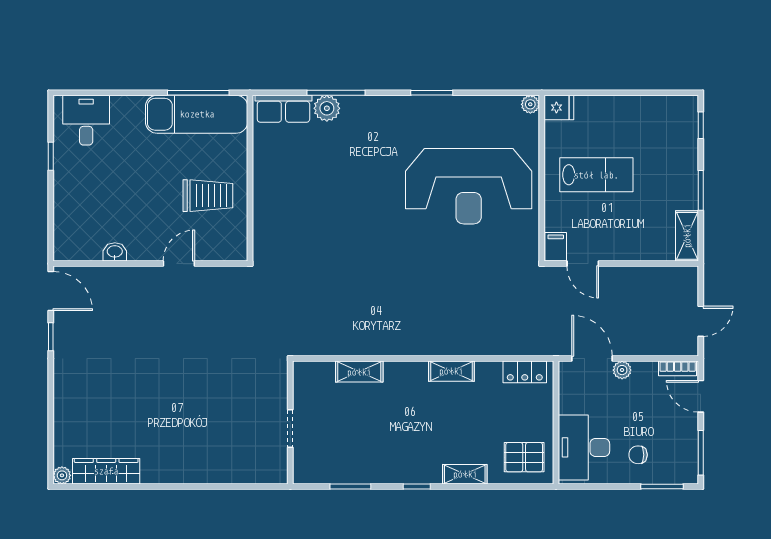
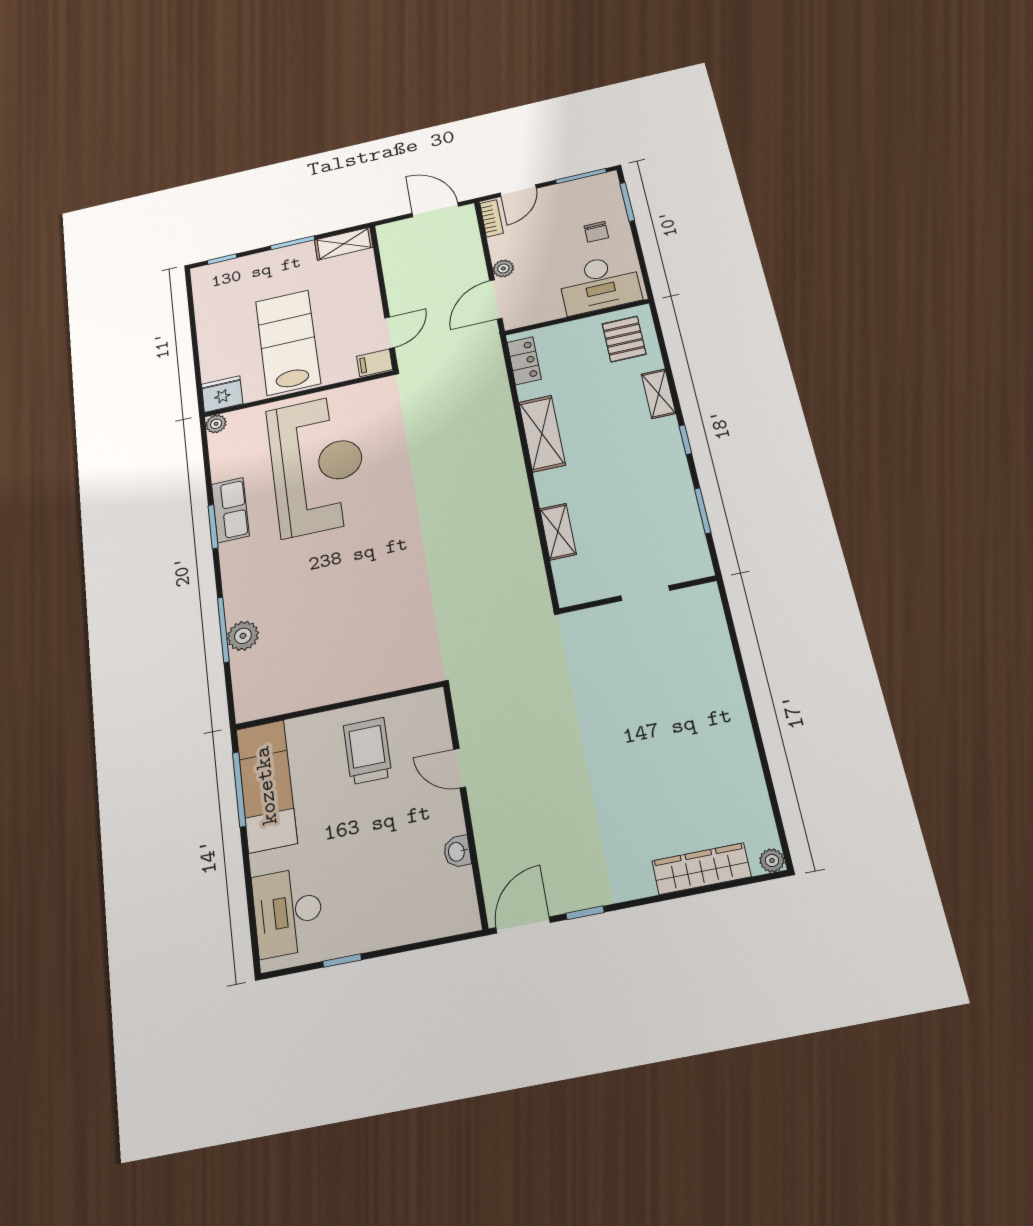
fridge: (559, 108) -> (222, 394), width x1.38
row of seats: (283, 109) -> (230, 510), moved
desk: (86, 120) -> (288, 912), width x1.37
lab bench: (596, 175) -> (288, 342), width x1.36, depth x1.39
door: (701, 321) -> (435, 210), width x1.38
shelving: (451, 371) -> (542, 434), width x1.50, depth x1.33
wardrobe: (106, 471) -> (701, 869), moved, turned 90

